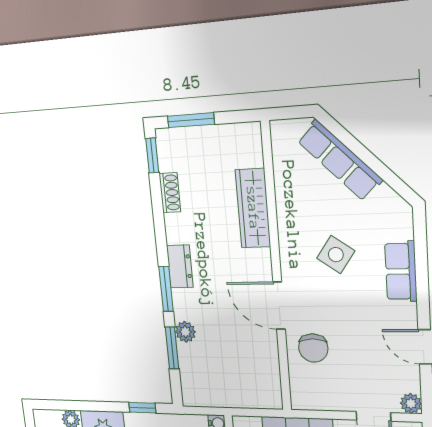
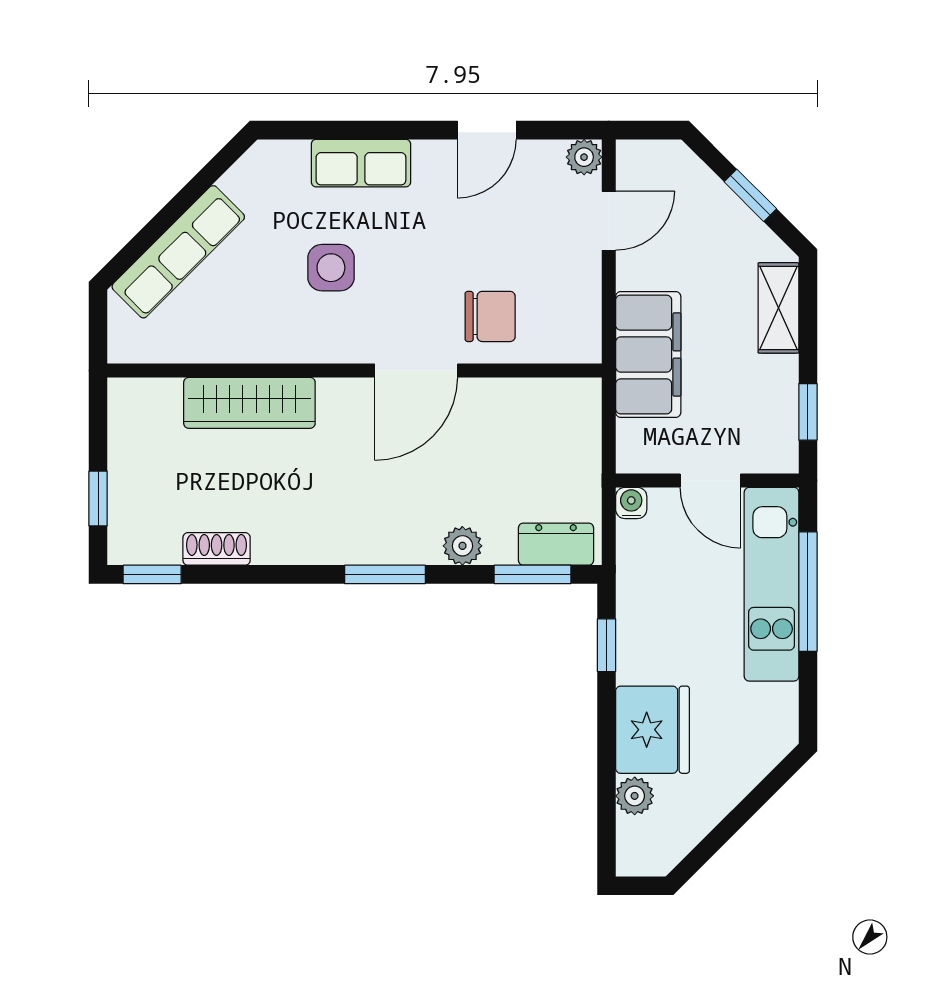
window: (191, 120) -> (98, 499), width x0.67
side table: (336, 255) -> (331, 268), turned -35
dresser: (180, 266) -> (556, 544), moved
window: (172, 348) -> (532, 574), moved

